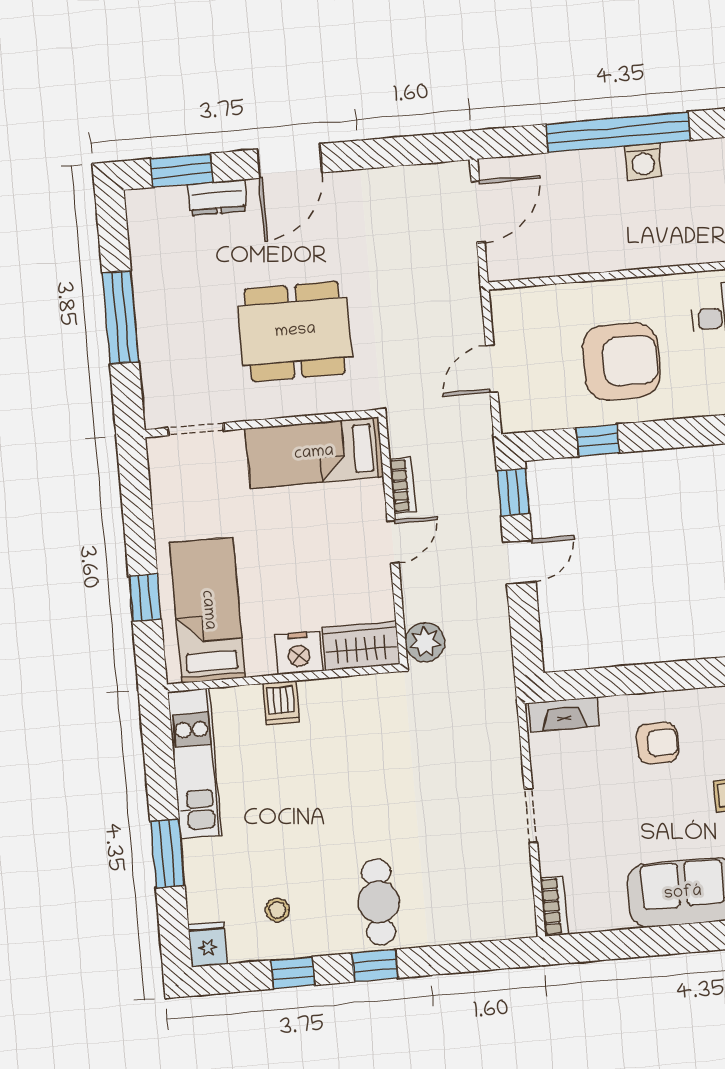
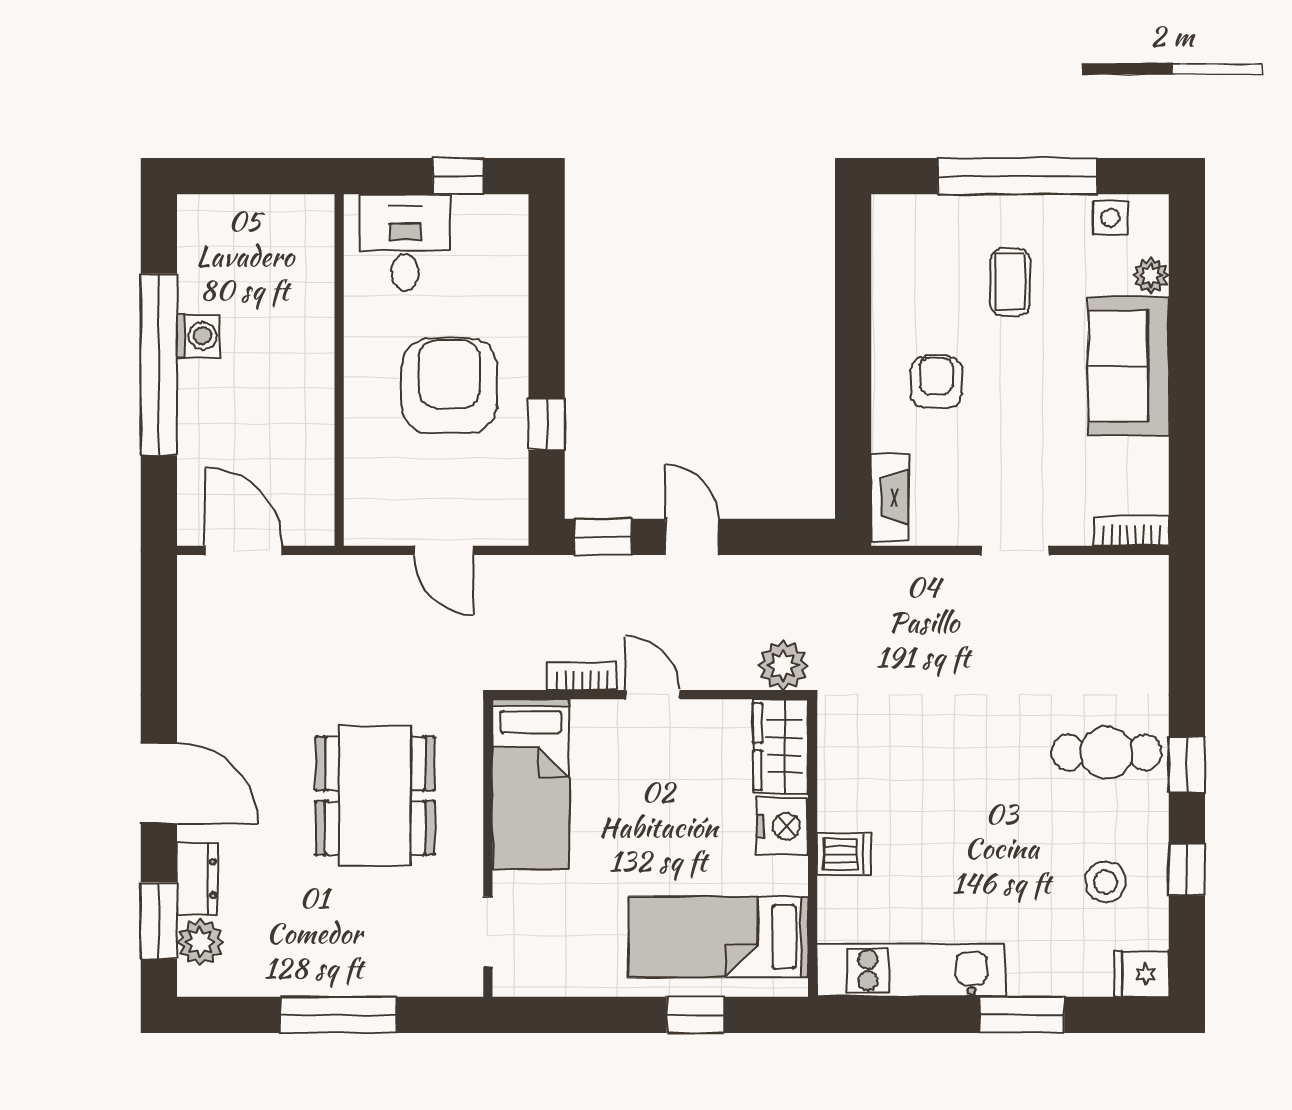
plant: (168, 204) -> (200, 942), added
stool: (277, 910) -> (1106, 882), width x1.37, depth x1.37

